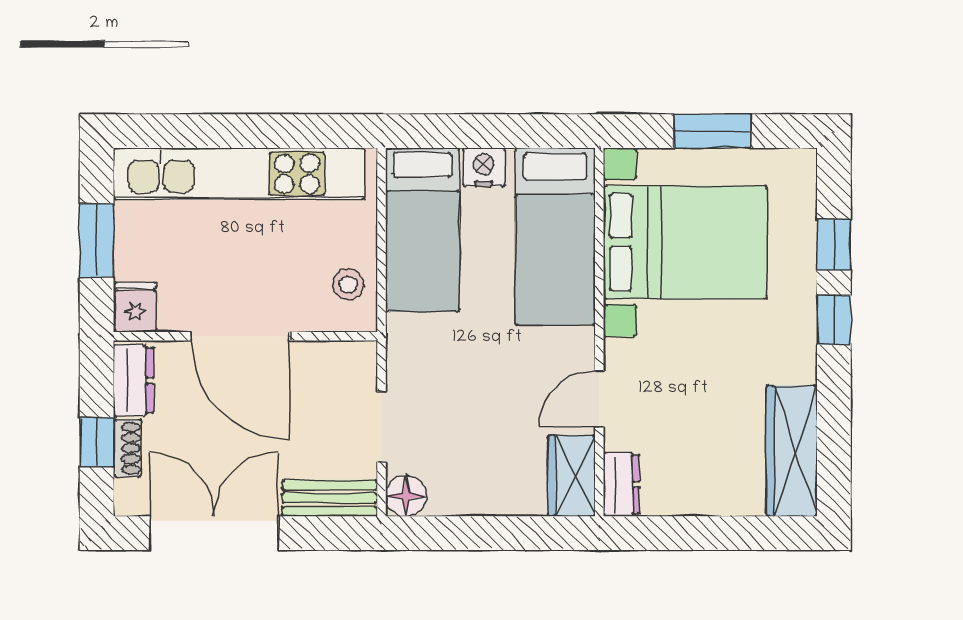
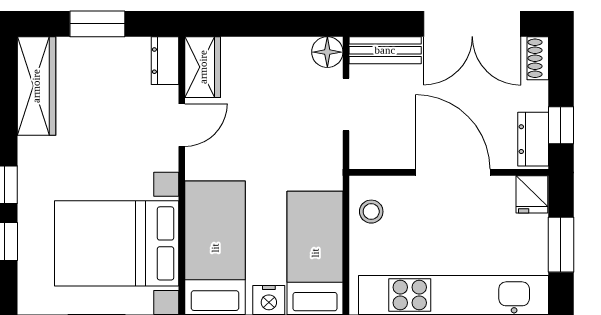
window: (97, 442) -> (561, 125), moved
shoe rack: (127, 448) -> (538, 58), moved
window: (711, 533) -> (97, 24), added

